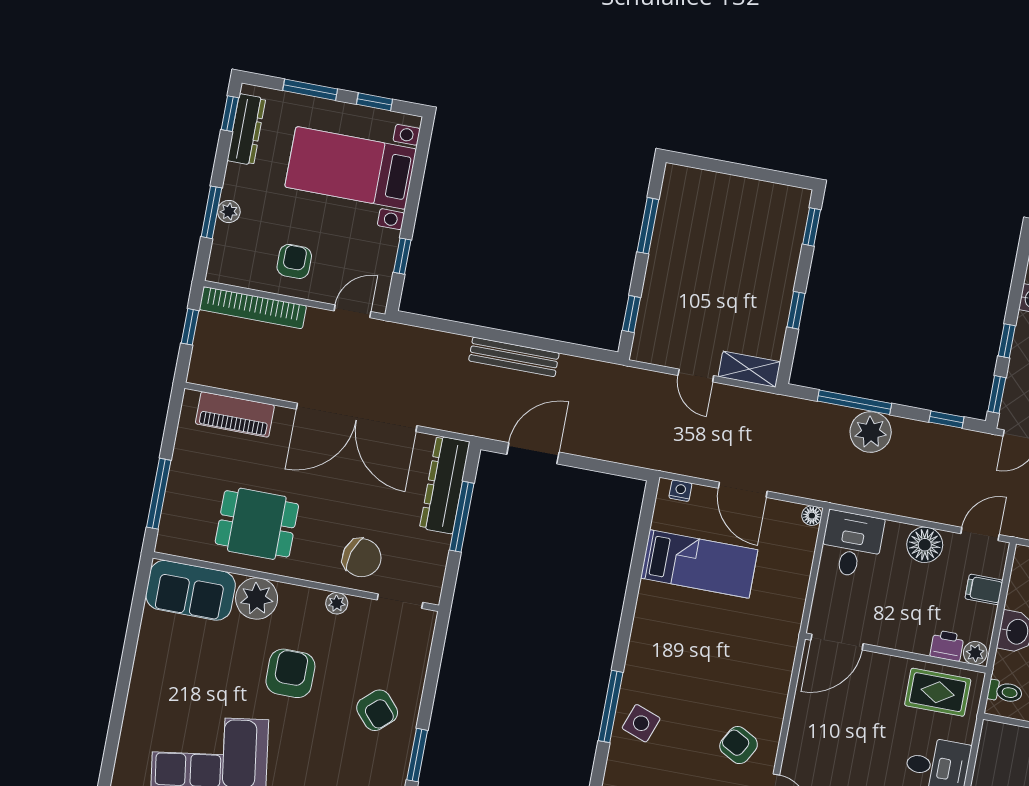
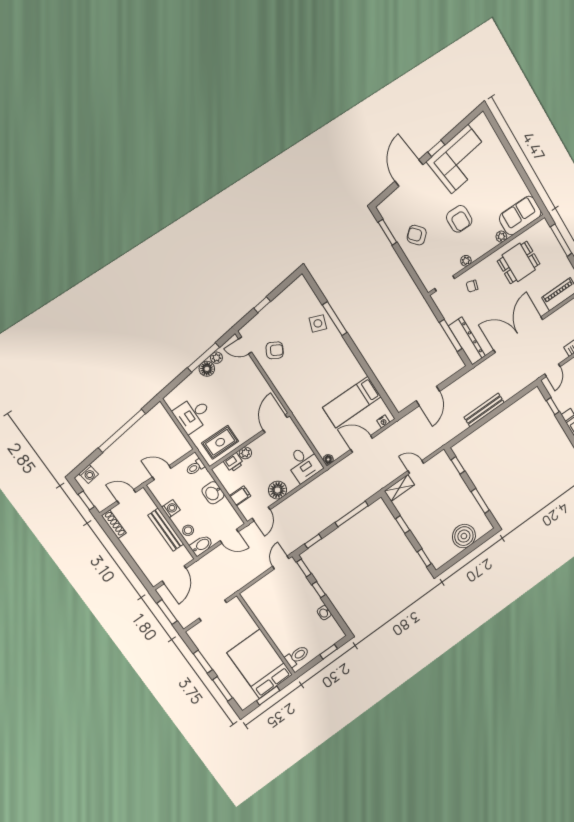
boiler: (722, 198) -> (464, 536), added
plant: (871, 432) -> (336, 510), removed
door: (533, 453) -> (428, 396), moved
chair: (362, 558) -> (472, 286), width x0.54, depth x0.54
plant: (257, 598) -> (501, 237), width x0.53, depth x0.53
plant: (975, 653) -> (245, 453), moved

